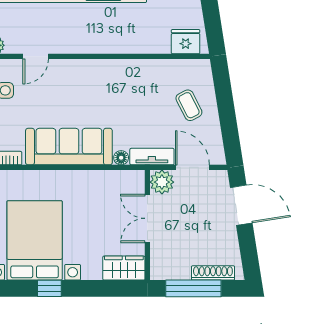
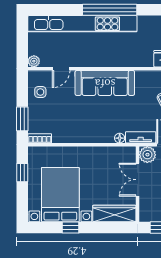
sofa: (69, 147) -> (105, 83), moved, turned 180
wardrobe: (124, 268) -> (114, 214), width x1.50

